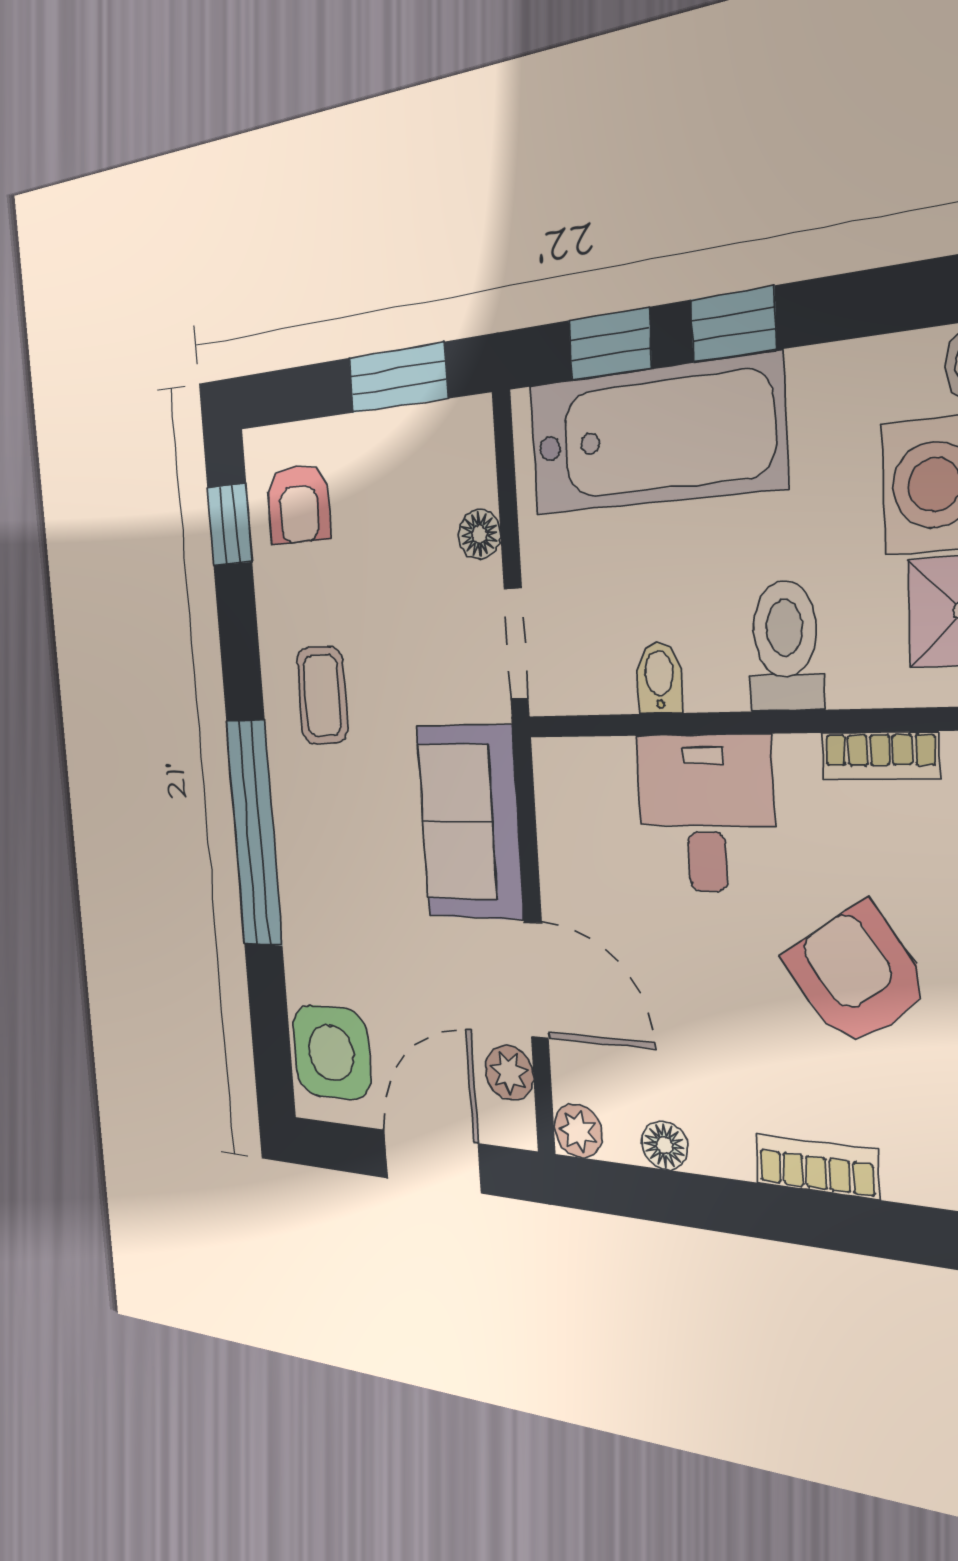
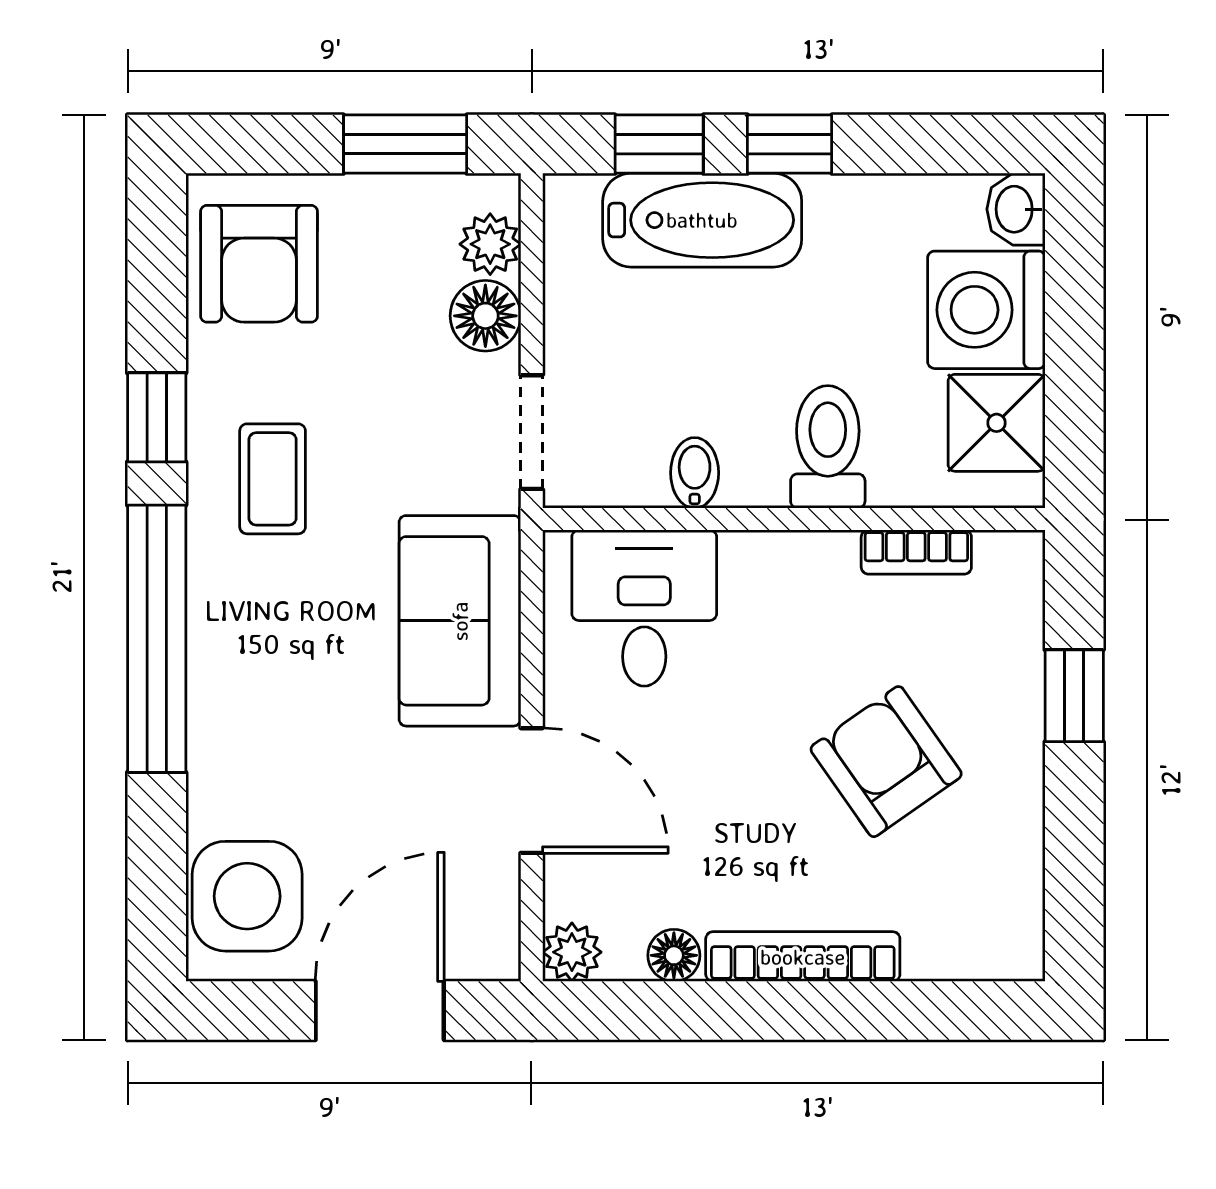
bathtub: (654, 436) -> (702, 220), width x0.73, depth x0.73
armchair: (298, 504) -> (259, 264), width x1.38, depth x1.38
window: (230, 525) -> (157, 417), moved
floor lamp: (479, 534) -> (485, 316), width x1.37, depth x1.37
desk: (705, 813) -> (644, 608), moved
plant: (509, 1073) -> (490, 244), moved
bookcase: (816, 1167) -> (803, 957), width x1.56

